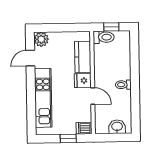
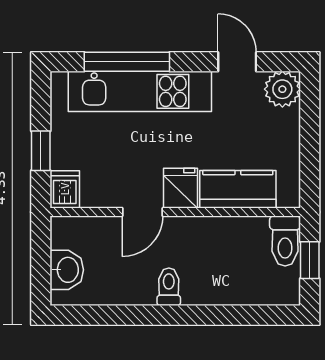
window: (31, 104) -> (127, 62), added

